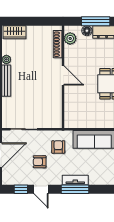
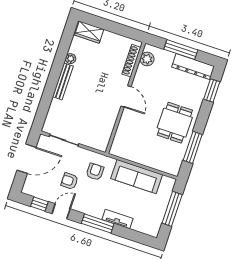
floor lamp: (87, 31) -> (168, 57), removed
tv unit: (75, 180) -> (117, 219), moved
door: (41, 189) -> (61, 211), swing flipped

